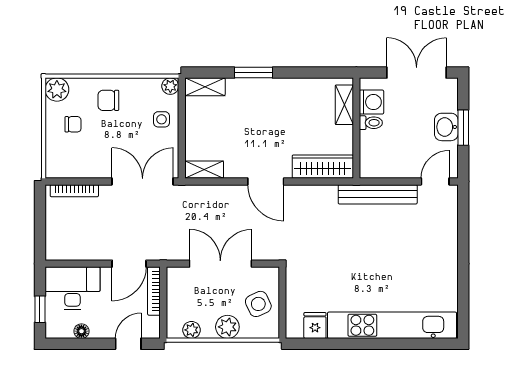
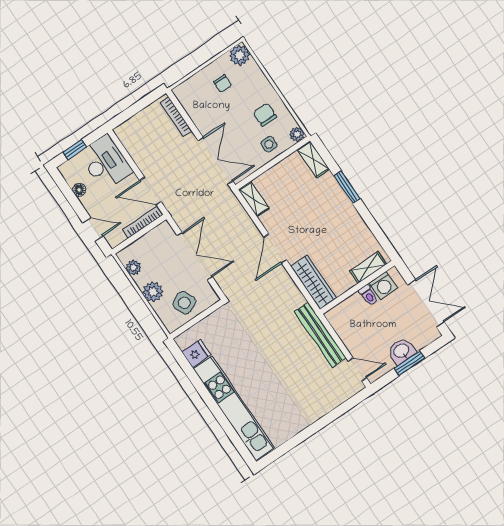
chair: (108, 100) -> (265, 115), moved

